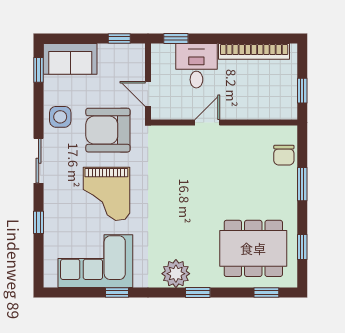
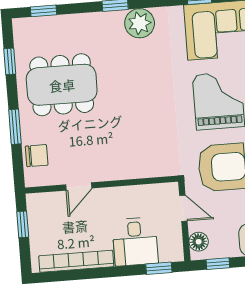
floor lamp: (136, 61) -> (199, 242), added
door: (207, 123) -> (79, 186), moved
chair: (284, 155) -> (37, 156), turned 90
dining table: (253, 248) -> (62, 85), moved

